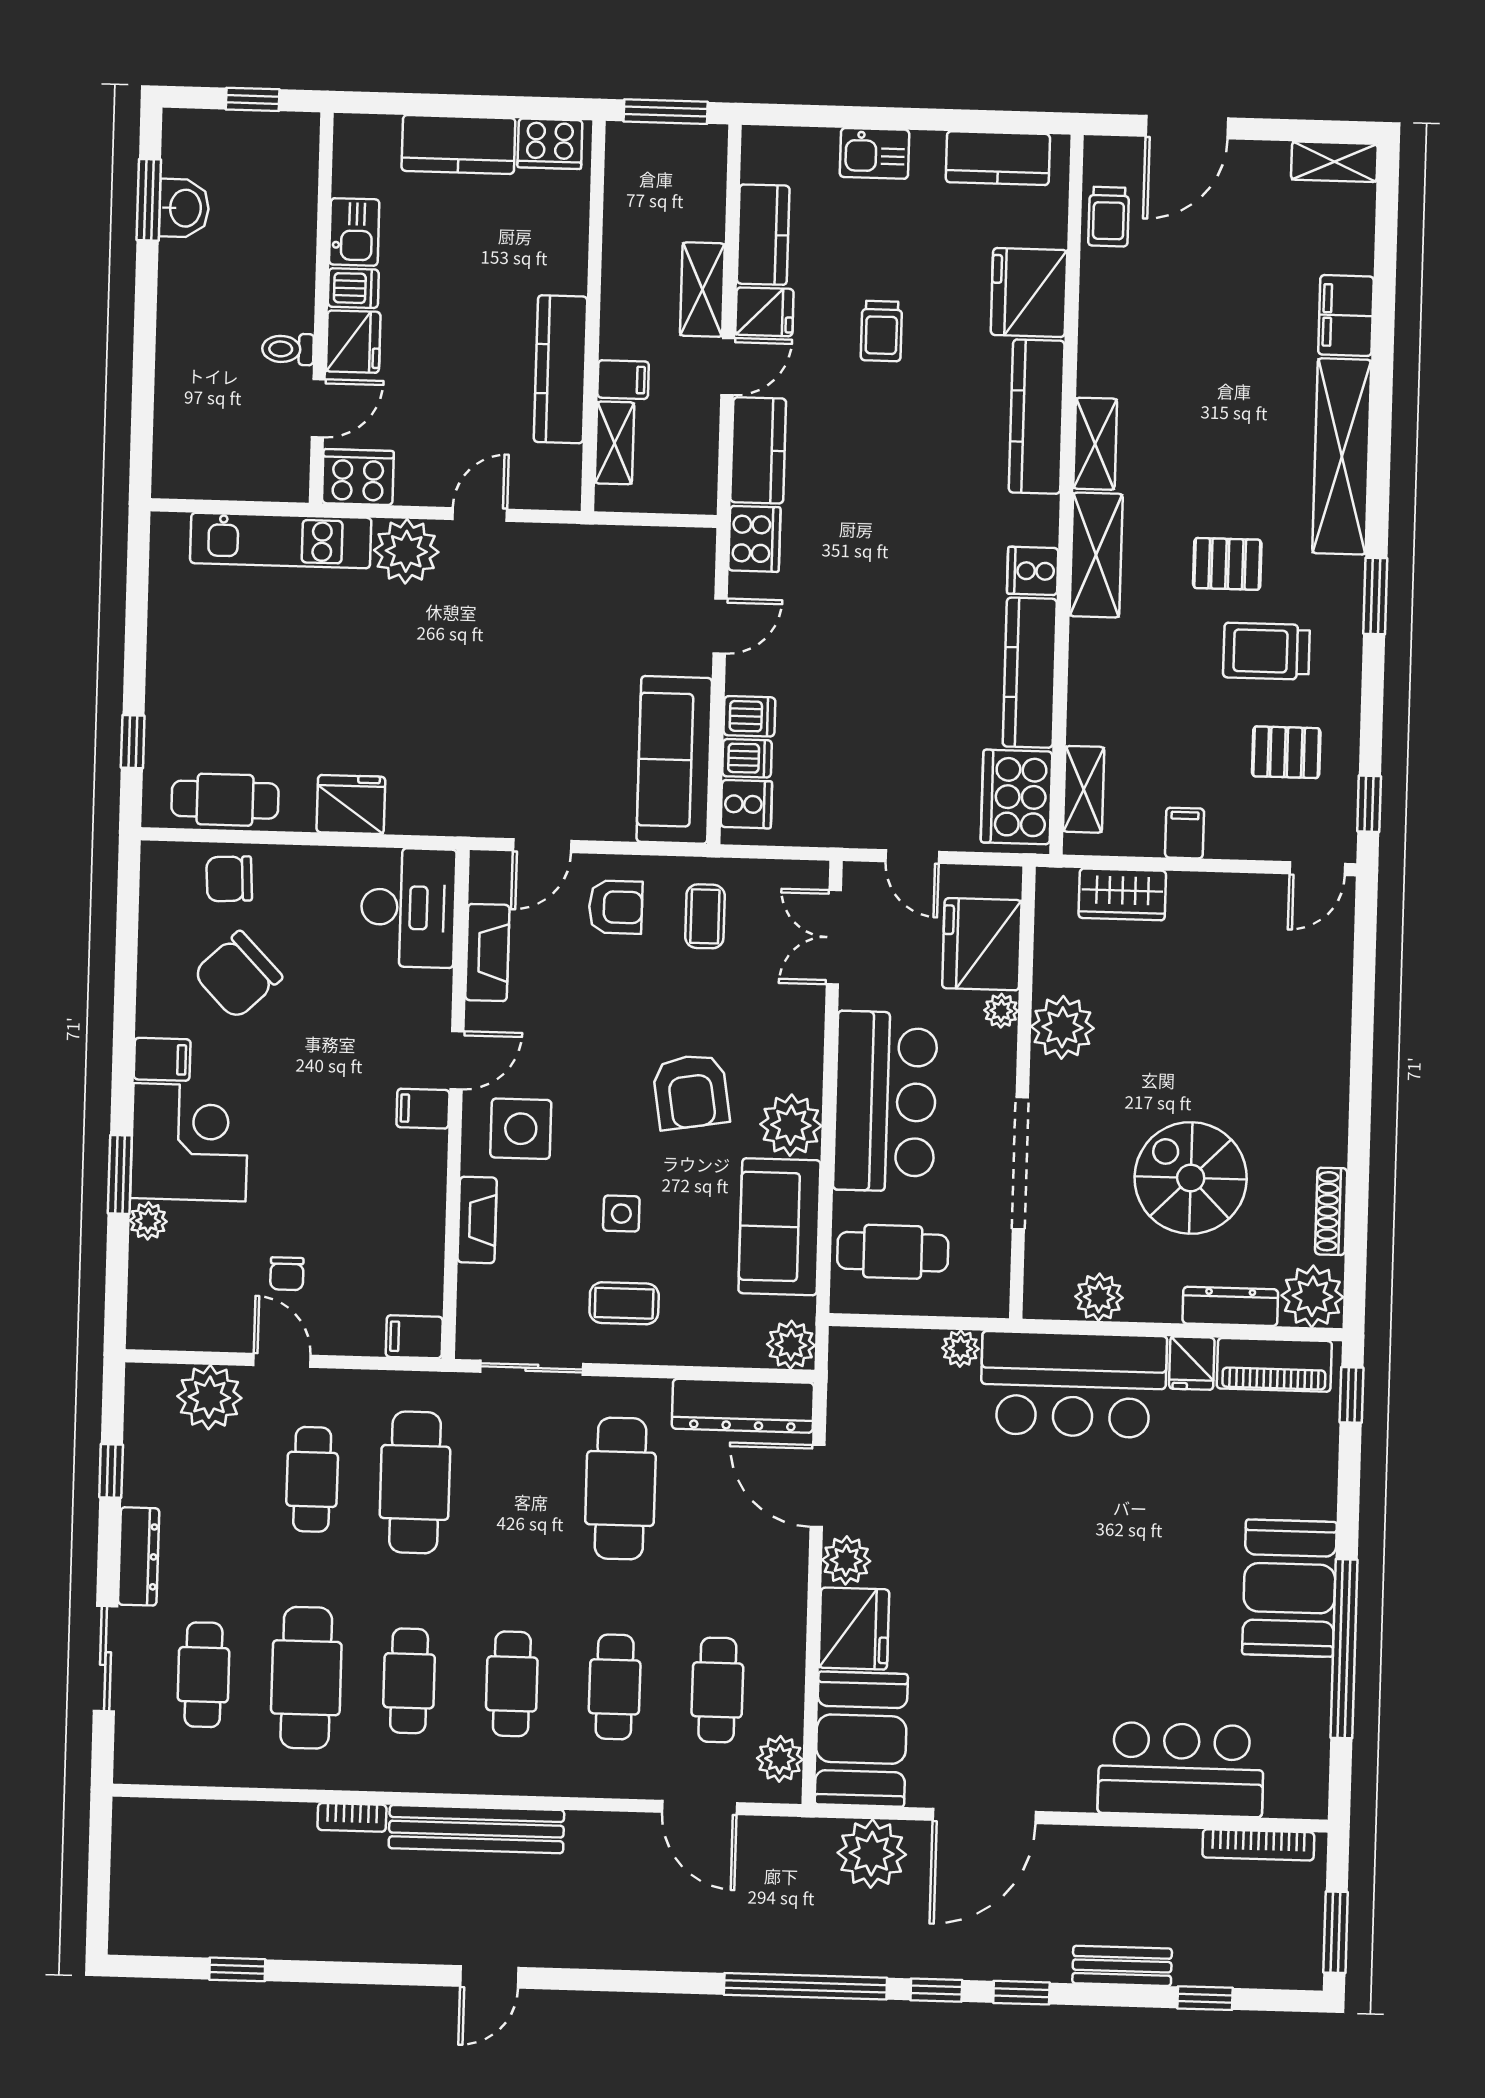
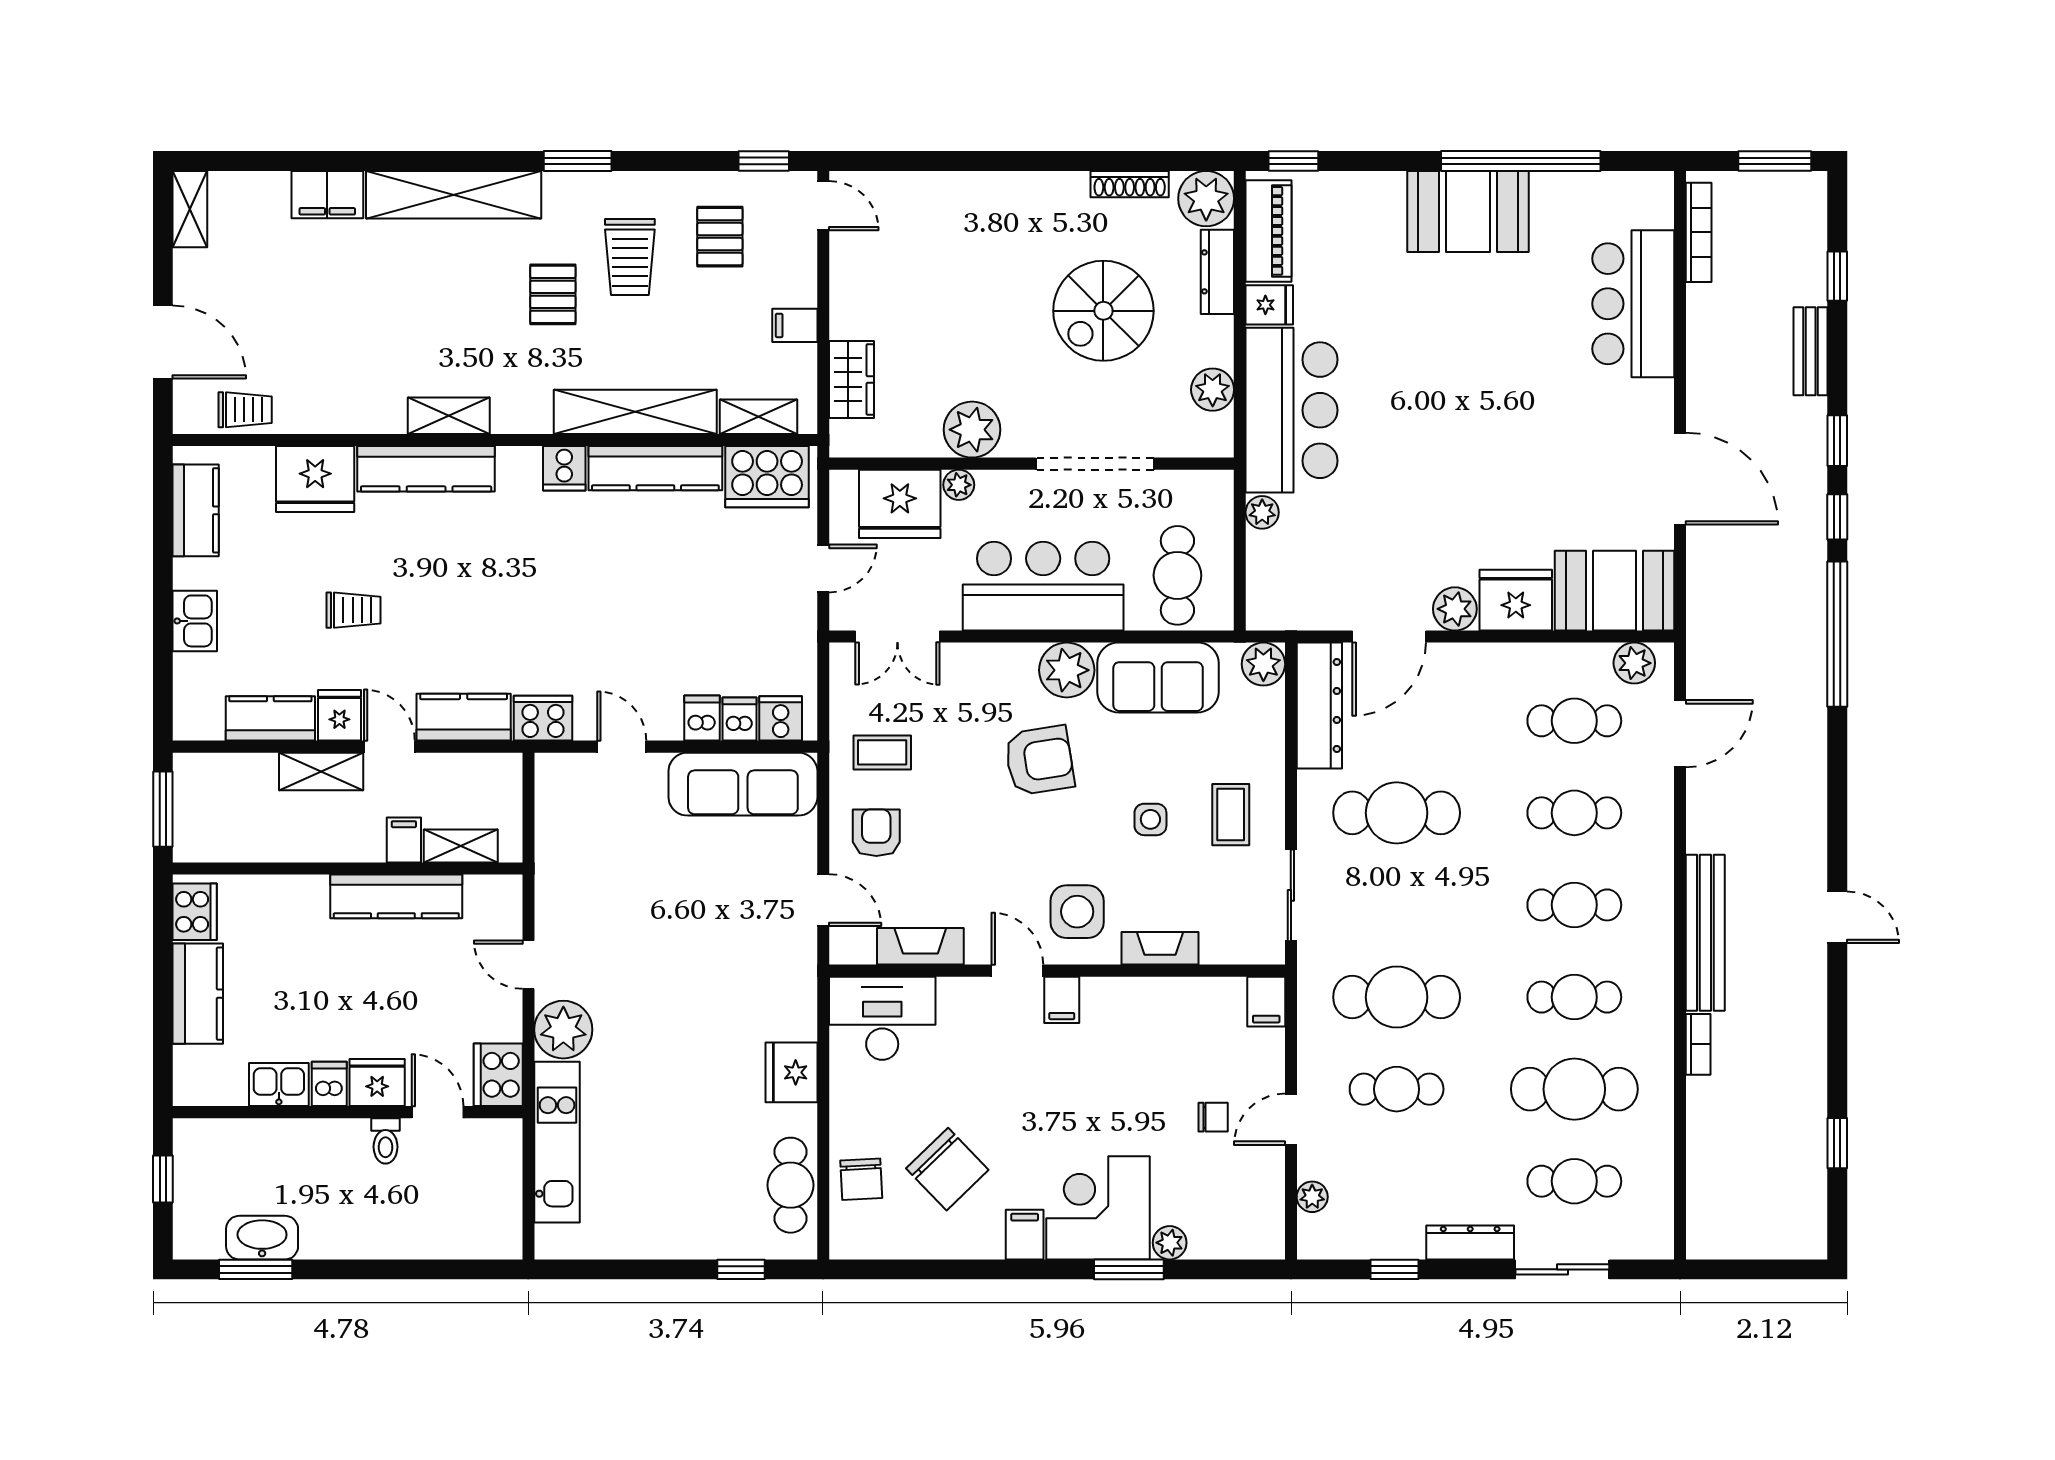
washbasin: (184, 208) -> (262, 1238), width x1.38
shelving: (1096, 555) -> (635, 412), moved, width x1.47
plant: (209, 1397) -> (1312, 1197), width x0.53, depth x0.53
plant: (872, 1854) -> (1717, 578), removed

